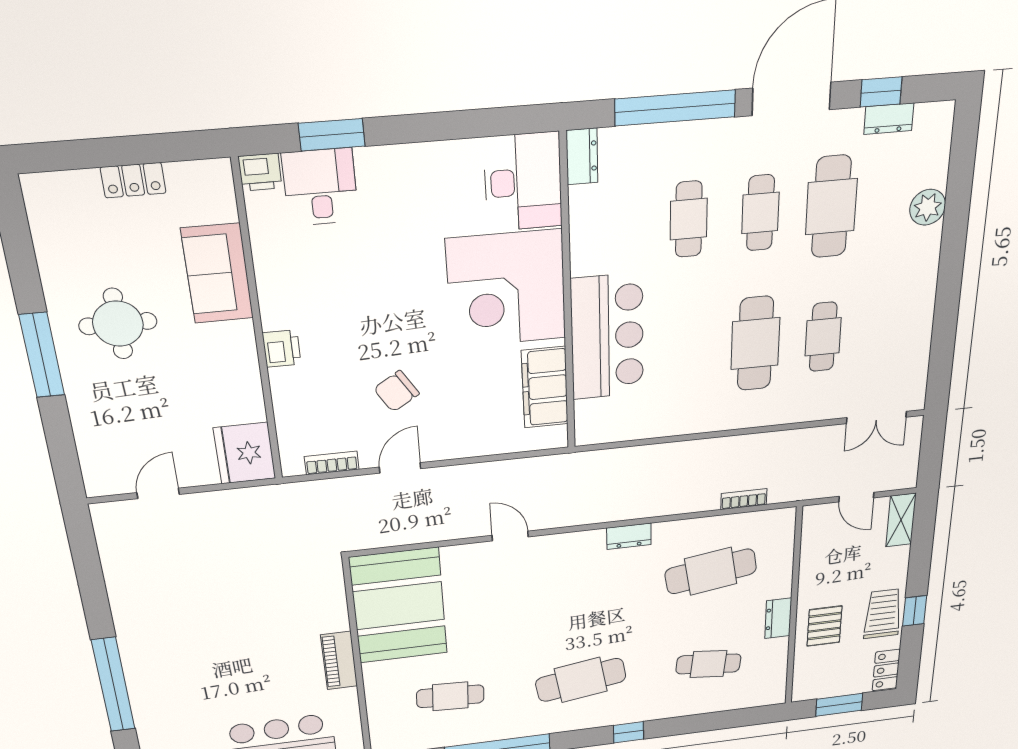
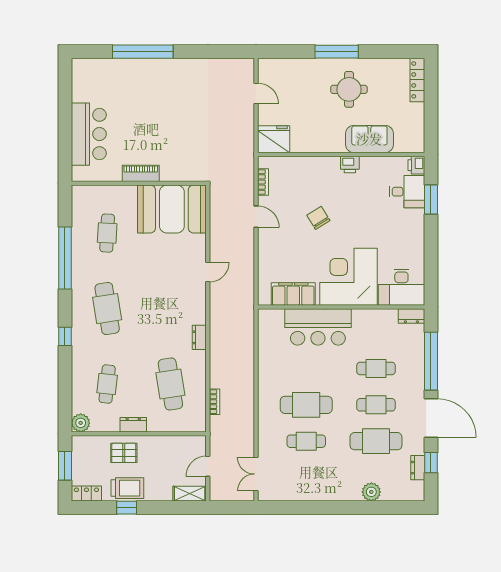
locker: (133, 180) -> (417, 80), moved, width x1.53
printer: (282, 349) -> (350, 164), moved
chair: (397, 391) -> (318, 218), moved
plant: (771, 693) -> (81, 423), added

